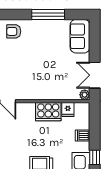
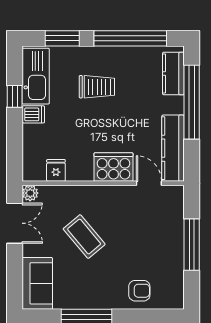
coffee table: (50, 67) -> (84, 237), added
cooker: (48, 112) -> (114, 167), moved
dishwasher: (83, 135) -> (33, 114), moved

